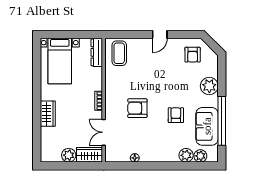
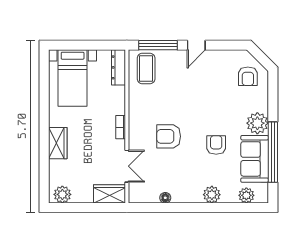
window: (129, 34) -> (158, 45), added
armchair: (193, 55) -> (248, 76), moved
plant: (209, 86) -> (257, 123), moved
double door: (104, 132) -> (127, 166), swing flipped
plant: (69, 155) -> (62, 194), moved
plant: (186, 155) -> (212, 195), moved

